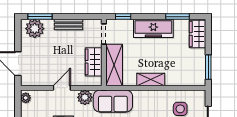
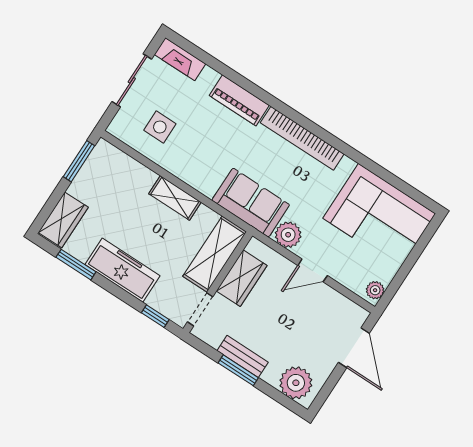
window: (40, 17) -> (238, 370), moved

